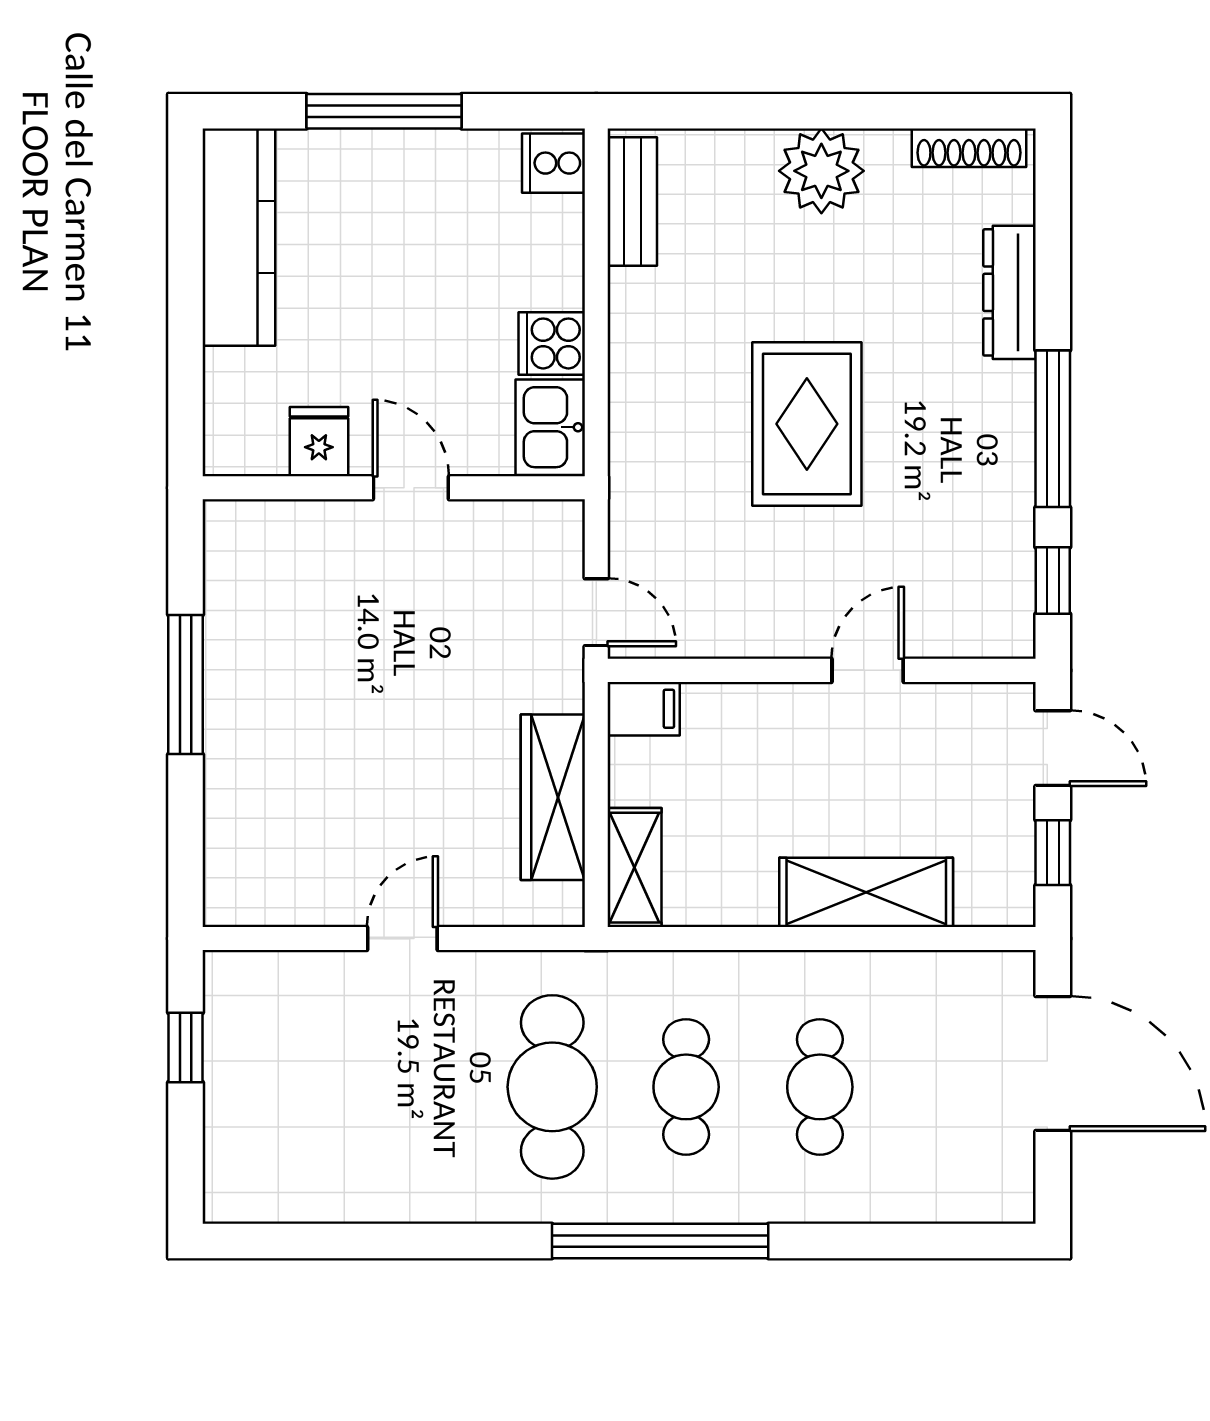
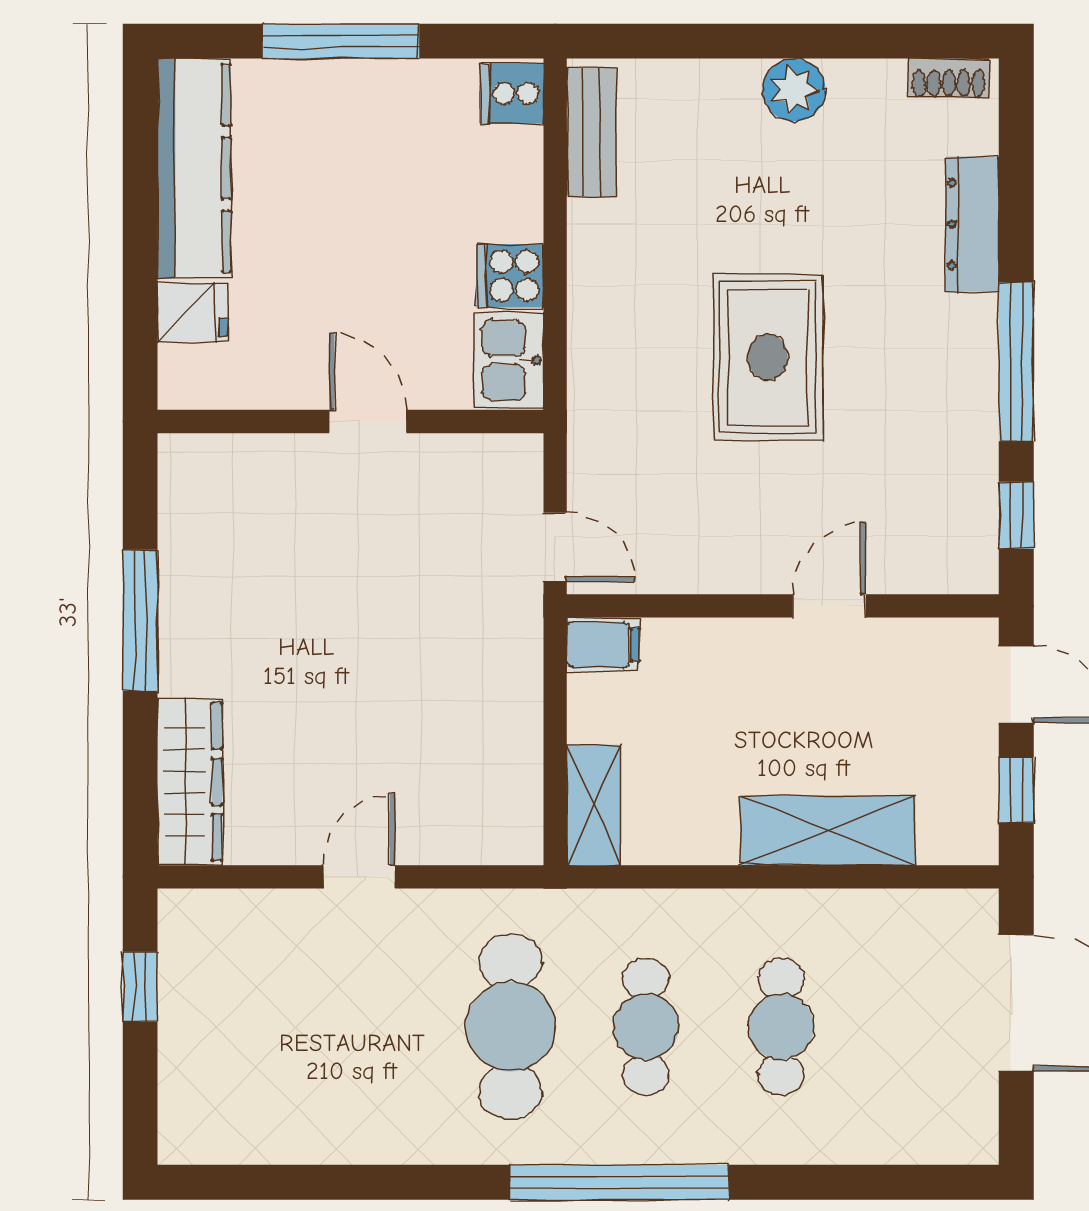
shoe rack: (969, 148) -> (949, 78), width x0.70
plant: (821, 171) -> (794, 90), width x0.73, depth x0.73
fridge: (319, 442) -> (193, 312), moved, turned 90
wardrobe: (553, 797) -> (190, 782), moved, turned 180

